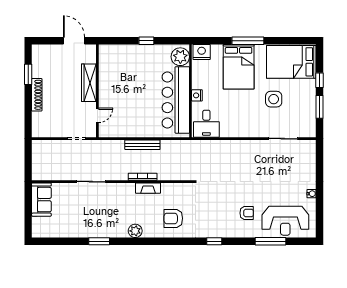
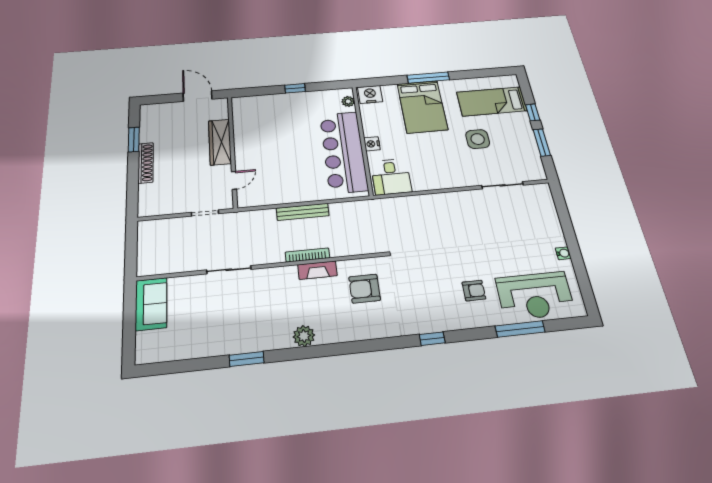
plant: (180, 57) -> (348, 101), width x0.53, depth x0.53
bed: (291, 62) -> (492, 101), width x0.67
armchair: (173, 218) -> (365, 289), moved

